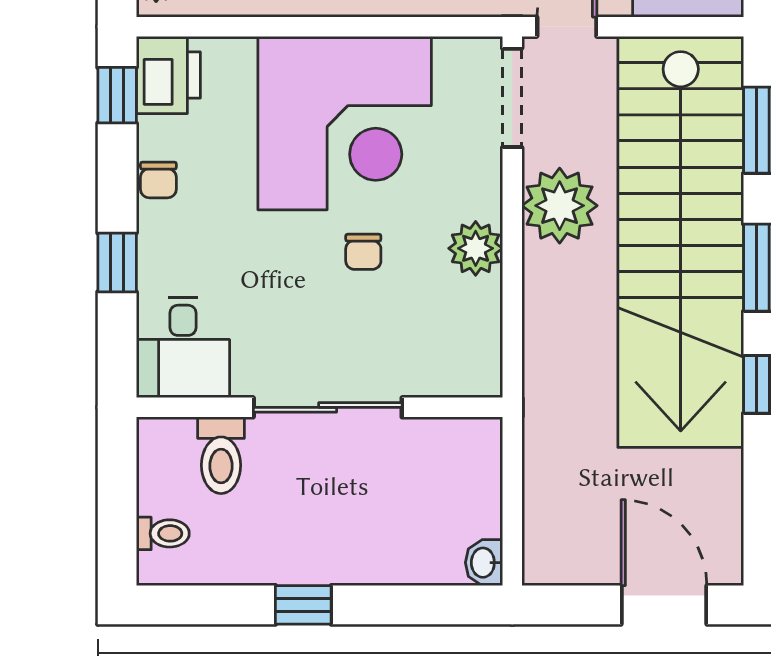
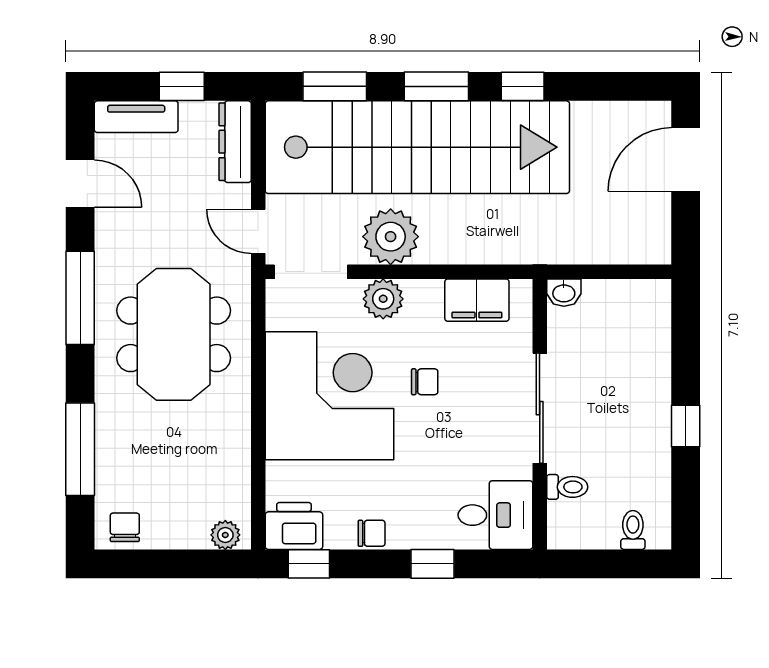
plant: (476, 248) -> (383, 299), moved
filing cabinet: (474, 322) -> (477, 300), added
toilet: (221, 455) -> (567, 487), width x0.73, depth x0.72
washbasin: (484, 563) -> (564, 293), moved

